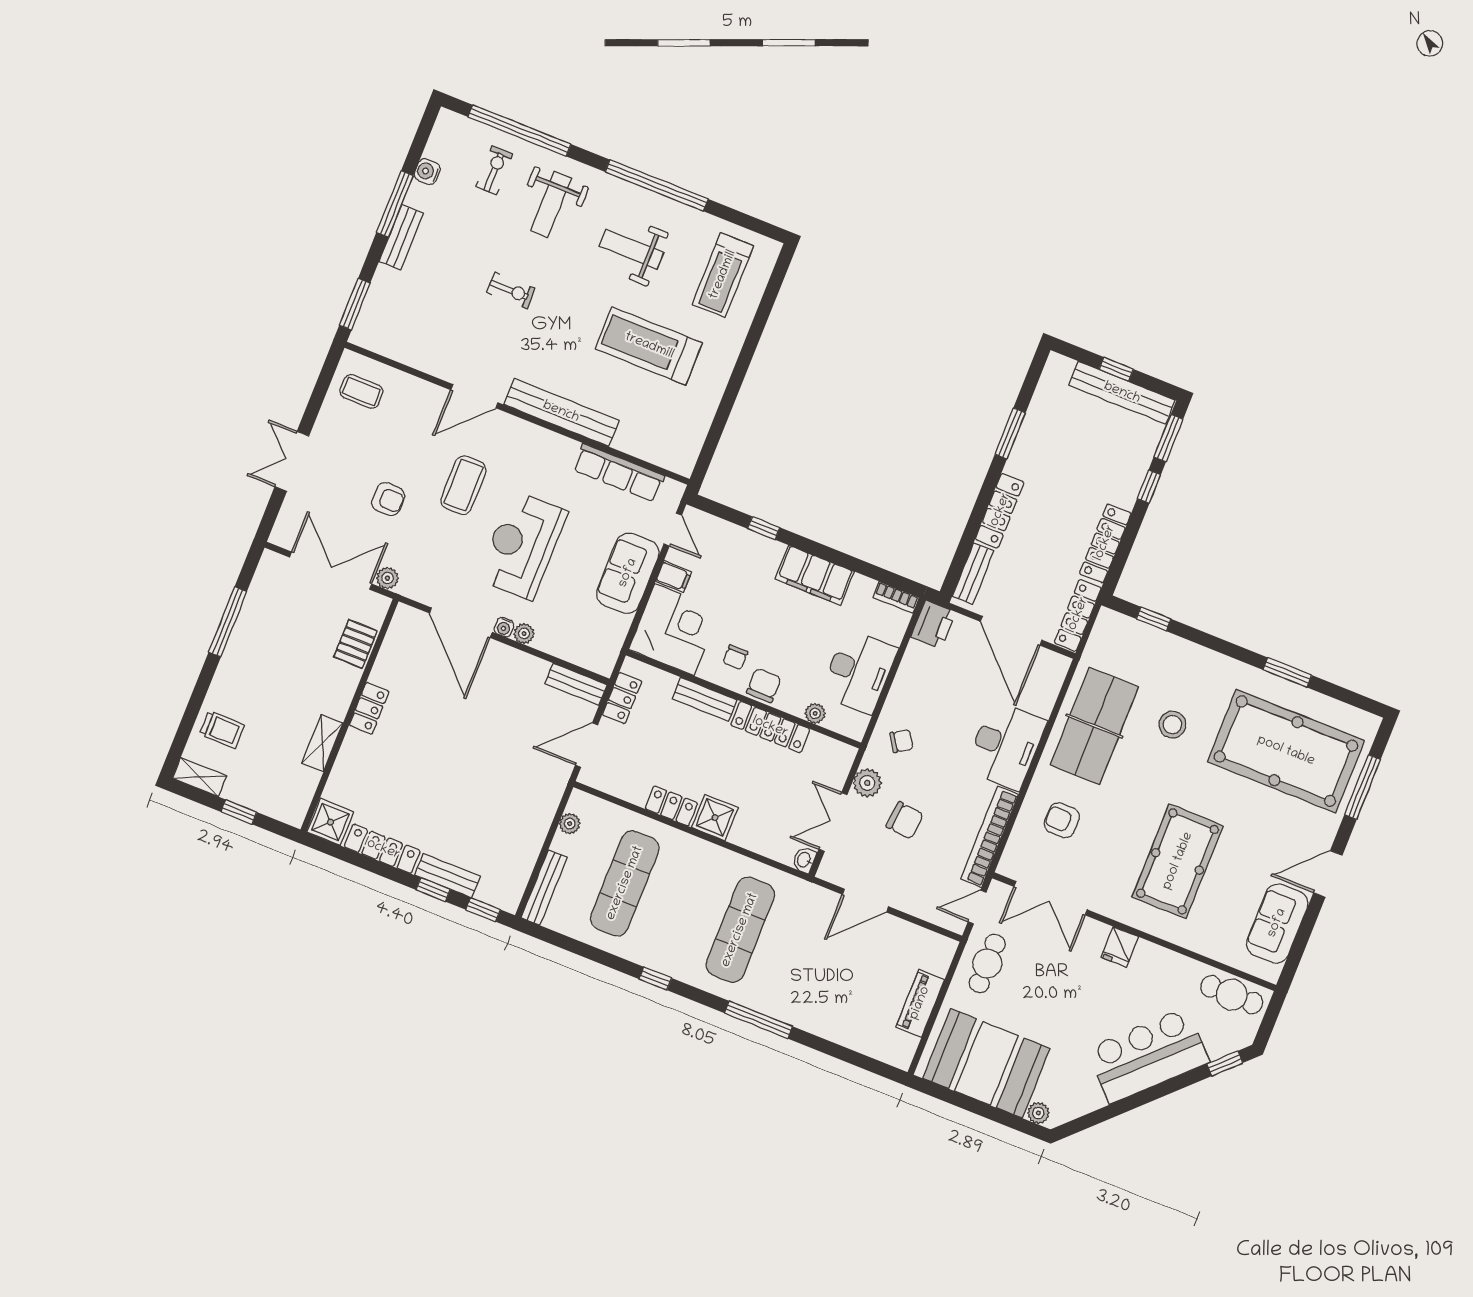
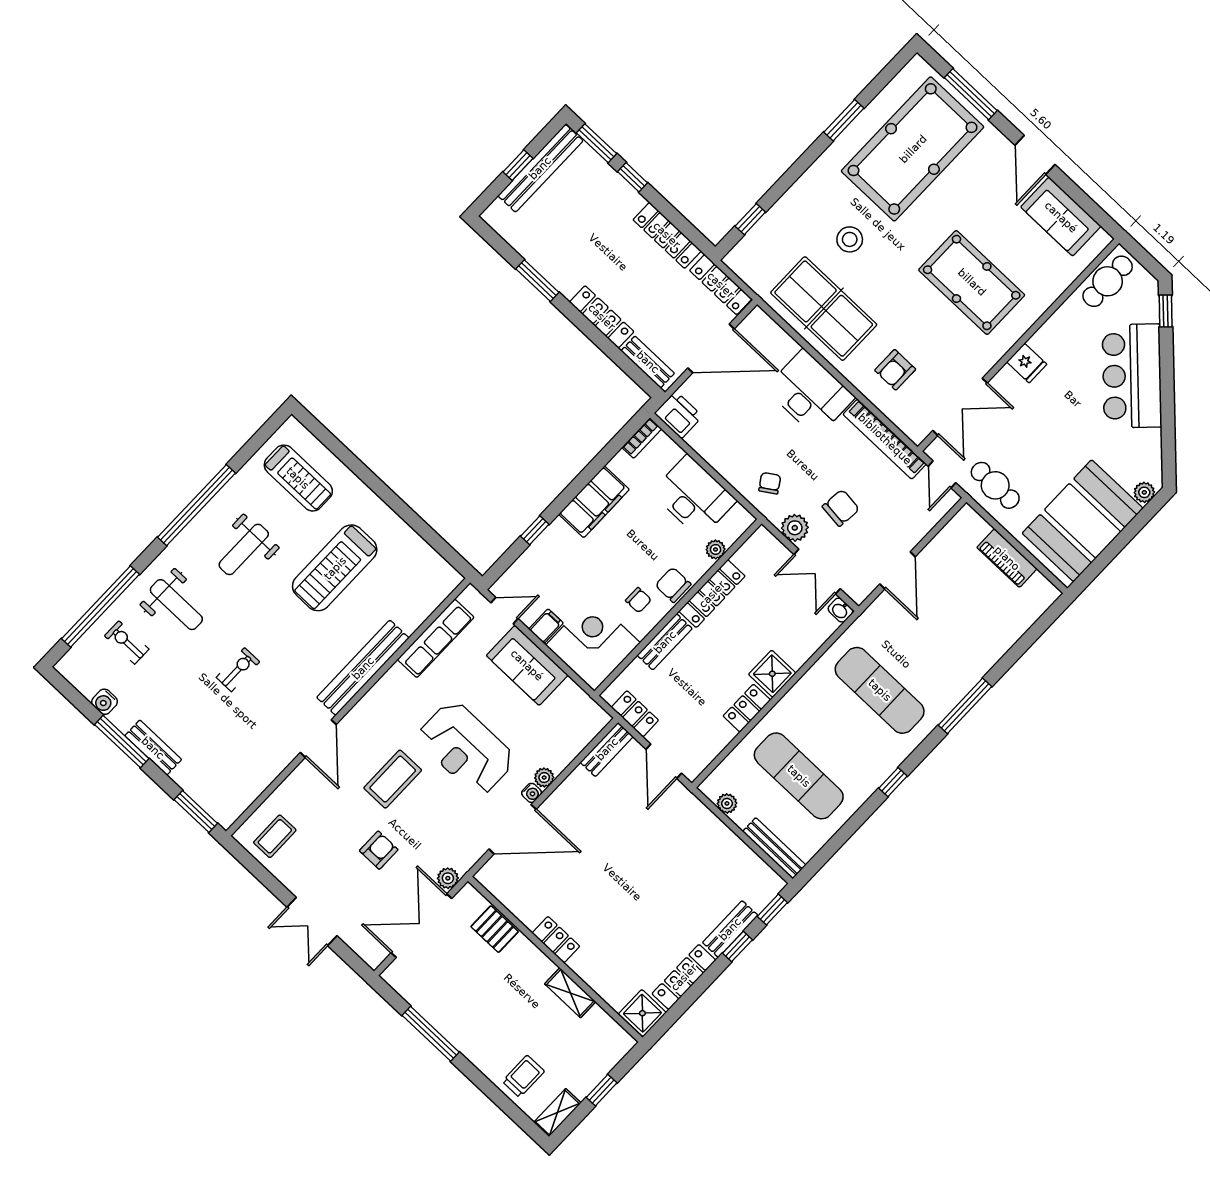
coffee table: (463, 485) -> (393, 779), turned 90

